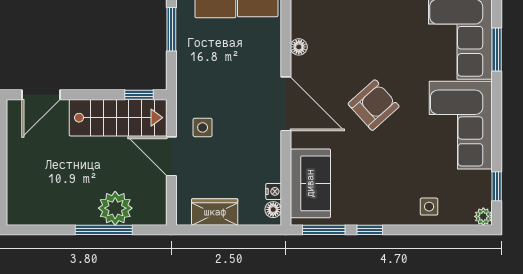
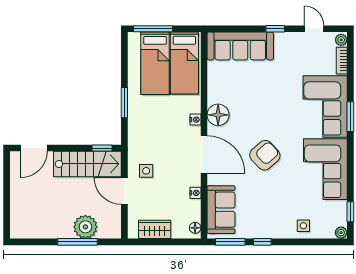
floor lamp: (299, 47) -> (218, 115), width x1.89, depth x1.89
nightstand: (274, 54) -> (195, 120), added
nightstand: (274, 191) -> (195, 193), moved

